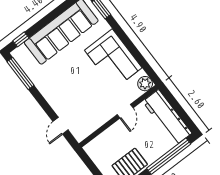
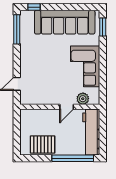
plant: (145, 84) -> (83, 99), moved

